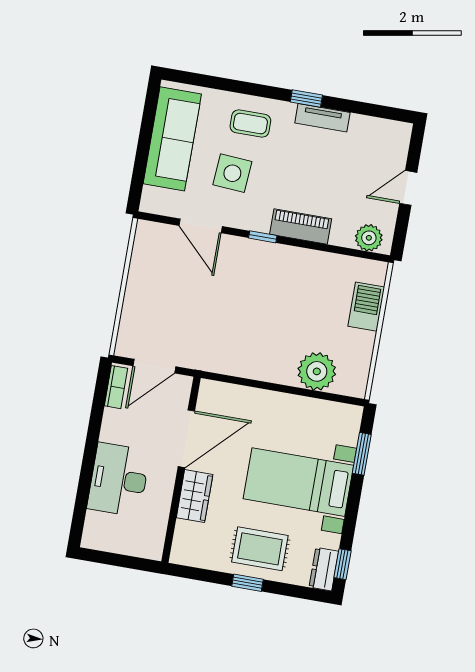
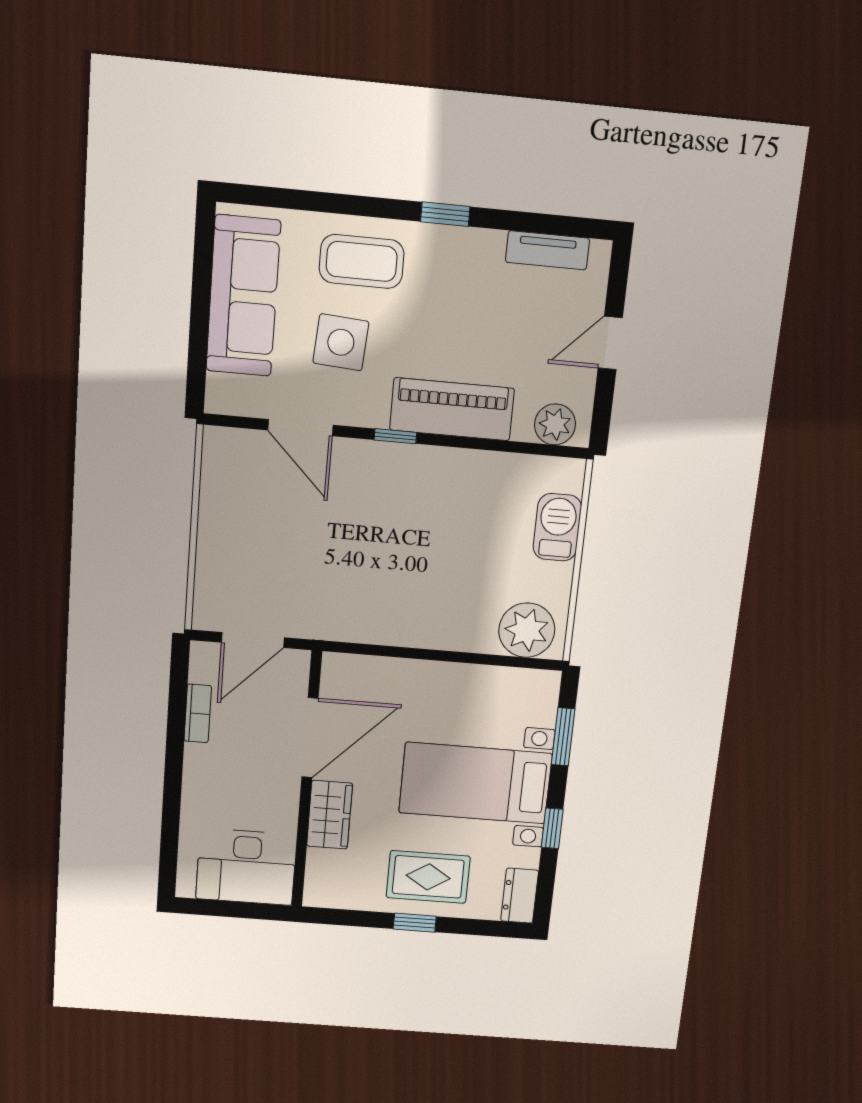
tv unit: (322, 118) -> (547, 250), moved
coffee table: (250, 123) -> (362, 261), width x1.36, depth x1.30
piano: (301, 226) -> (452, 409), width x1.37, depth x1.33
plant: (317, 371) -> (527, 630), moved
bookcase: (116, 387) -> (198, 713), moved
desk: (119, 480) -> (246, 867), moved, turned -90
window: (342, 564) -> (552, 828), moved

